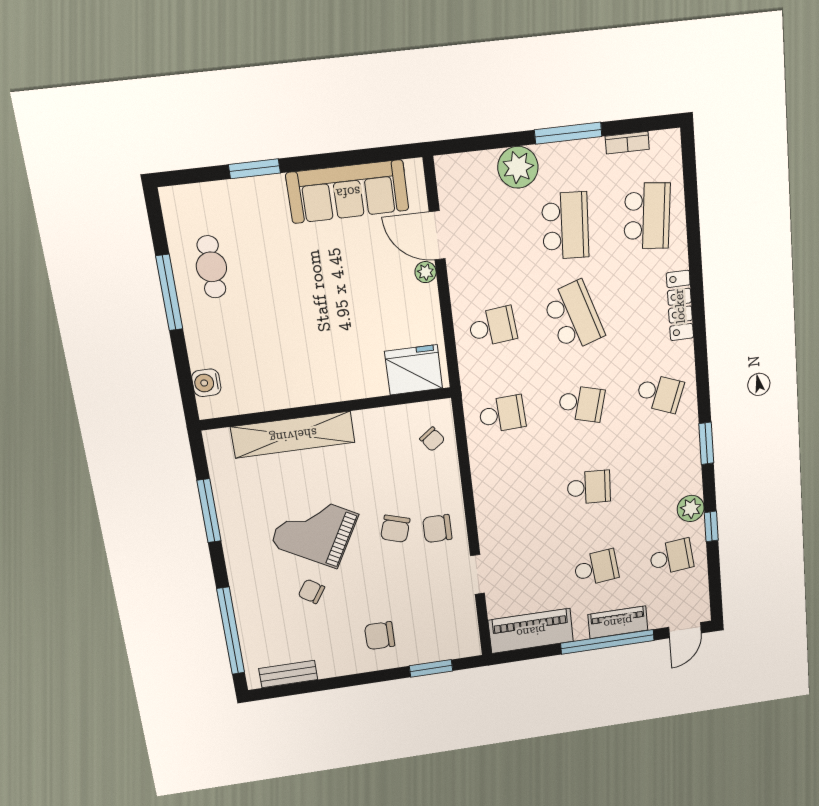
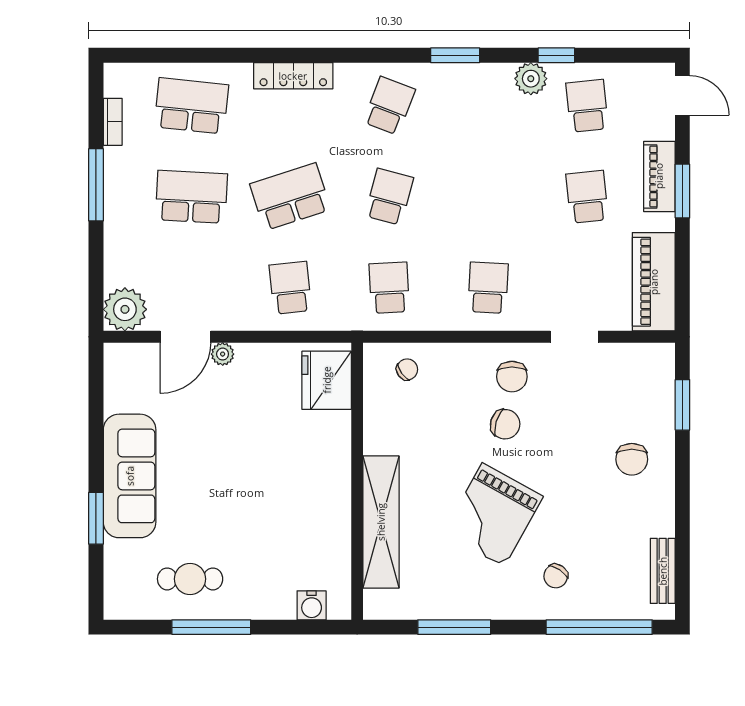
plant: (518, 167) -> (125, 309), moved
sofa: (348, 192) -> (130, 476), moved
school desk: (589, 487) -> (488, 288), moved
chair: (311, 591) -> (556, 576), moved
window: (607, 642) -> (682, 191), width x0.47

